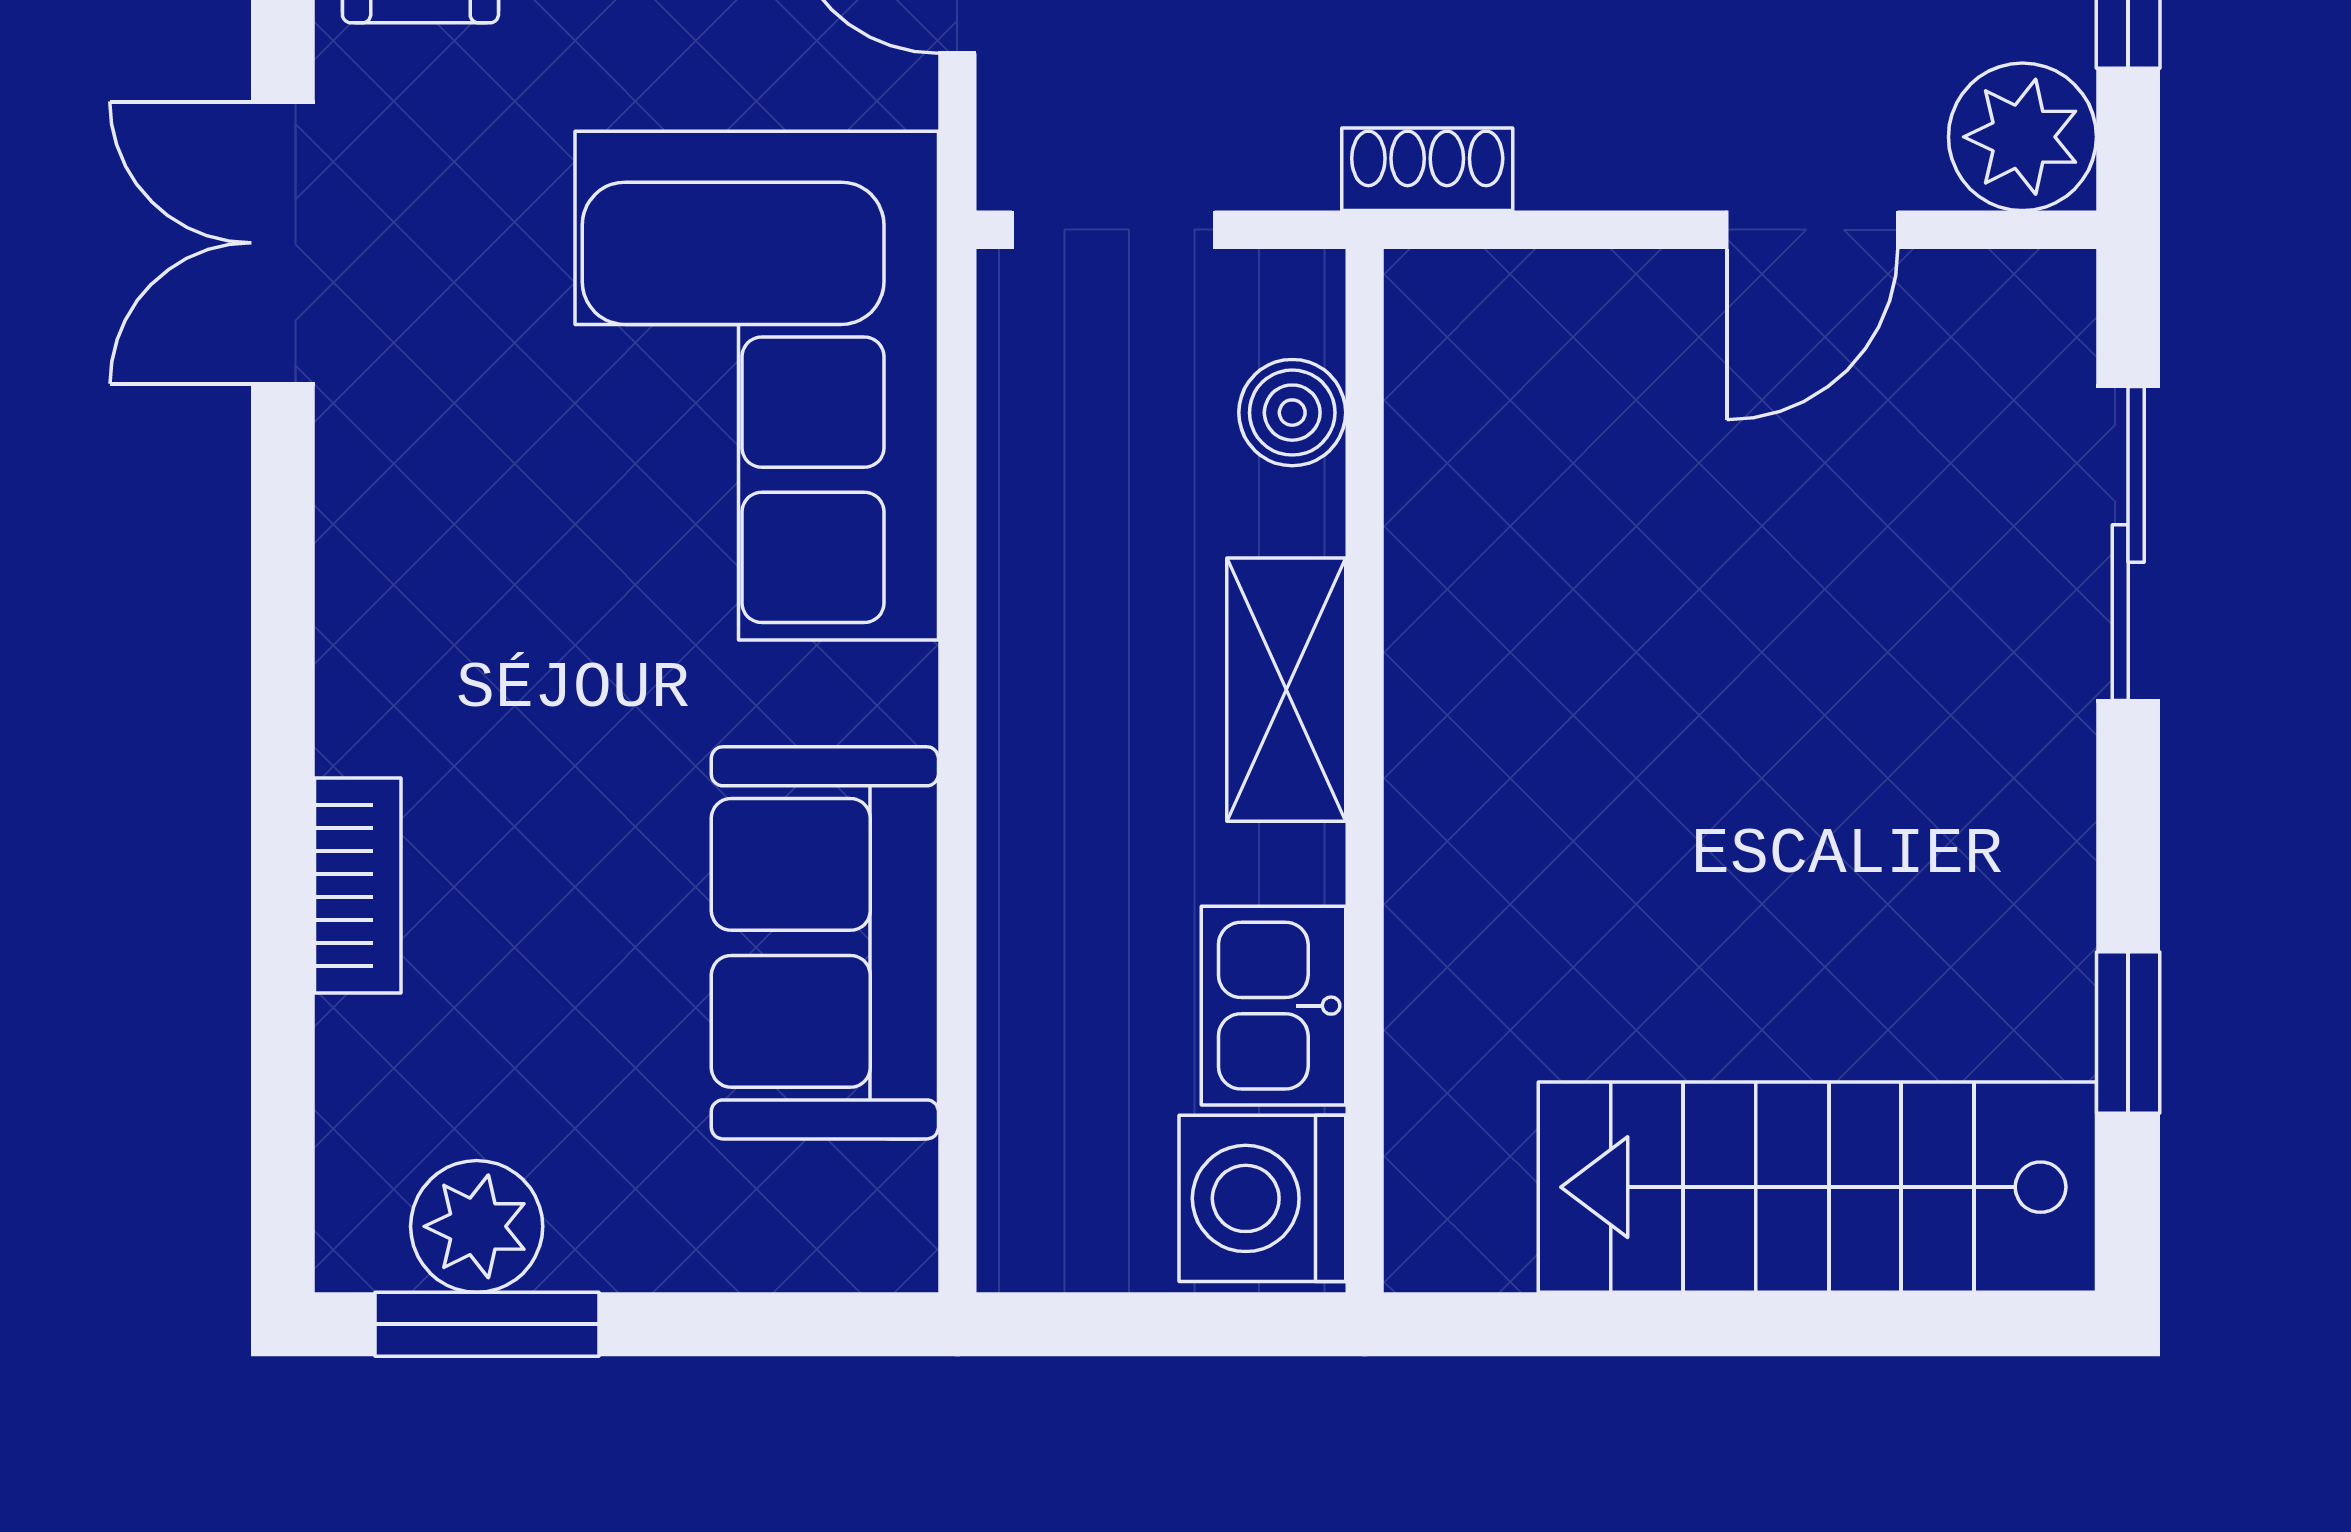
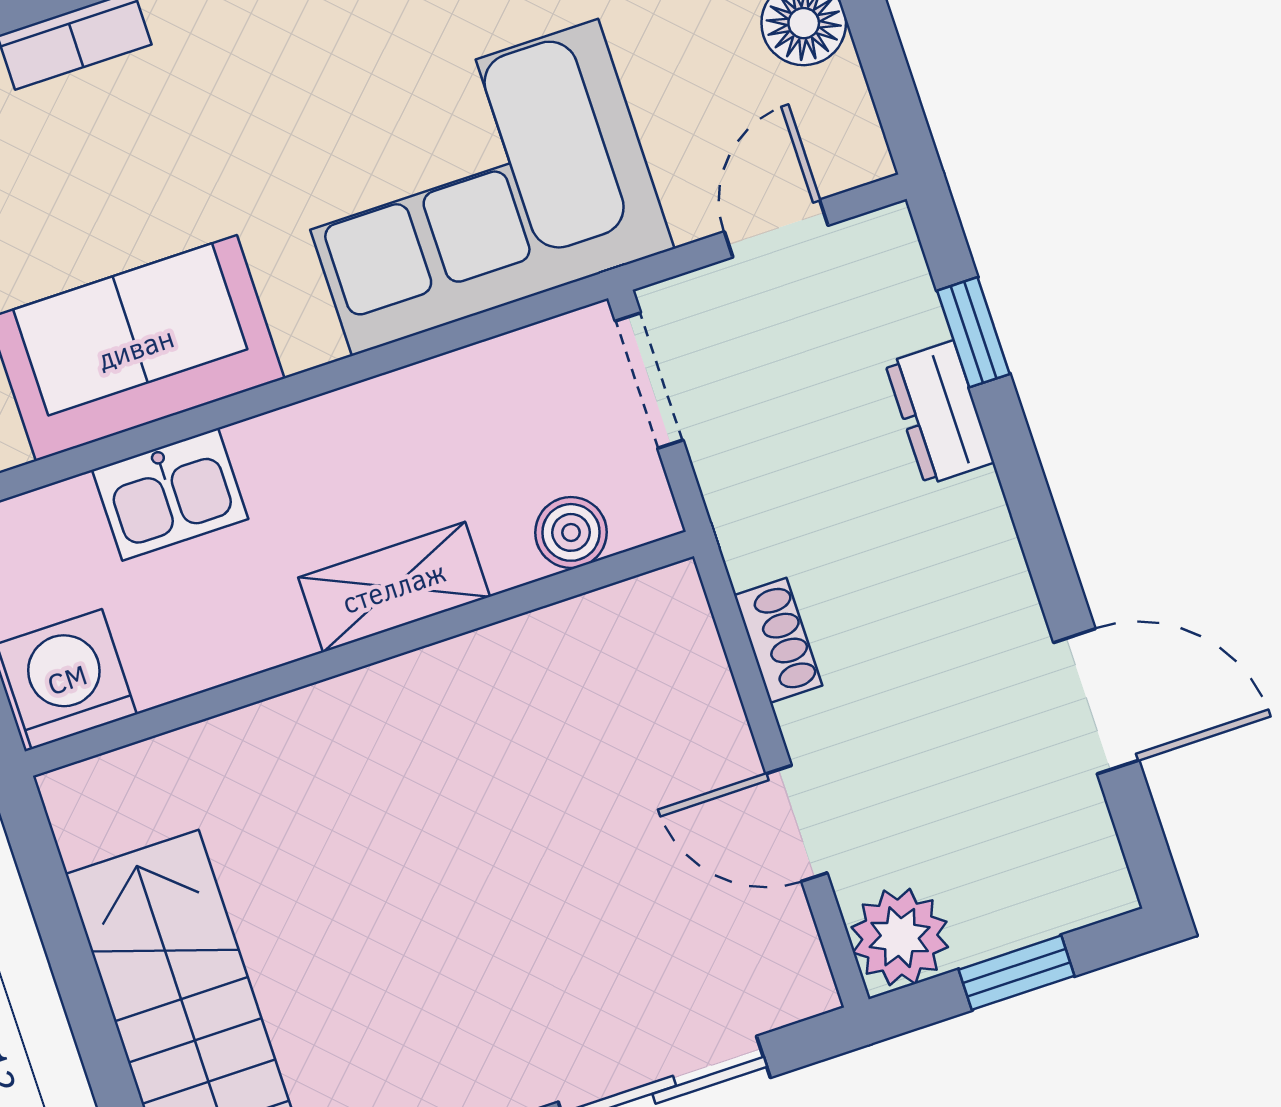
shoe rack: (1427, 169) -> (778, 640), moved
kitchen sink: (1273, 1006) -> (170, 494), moved, turned 180

